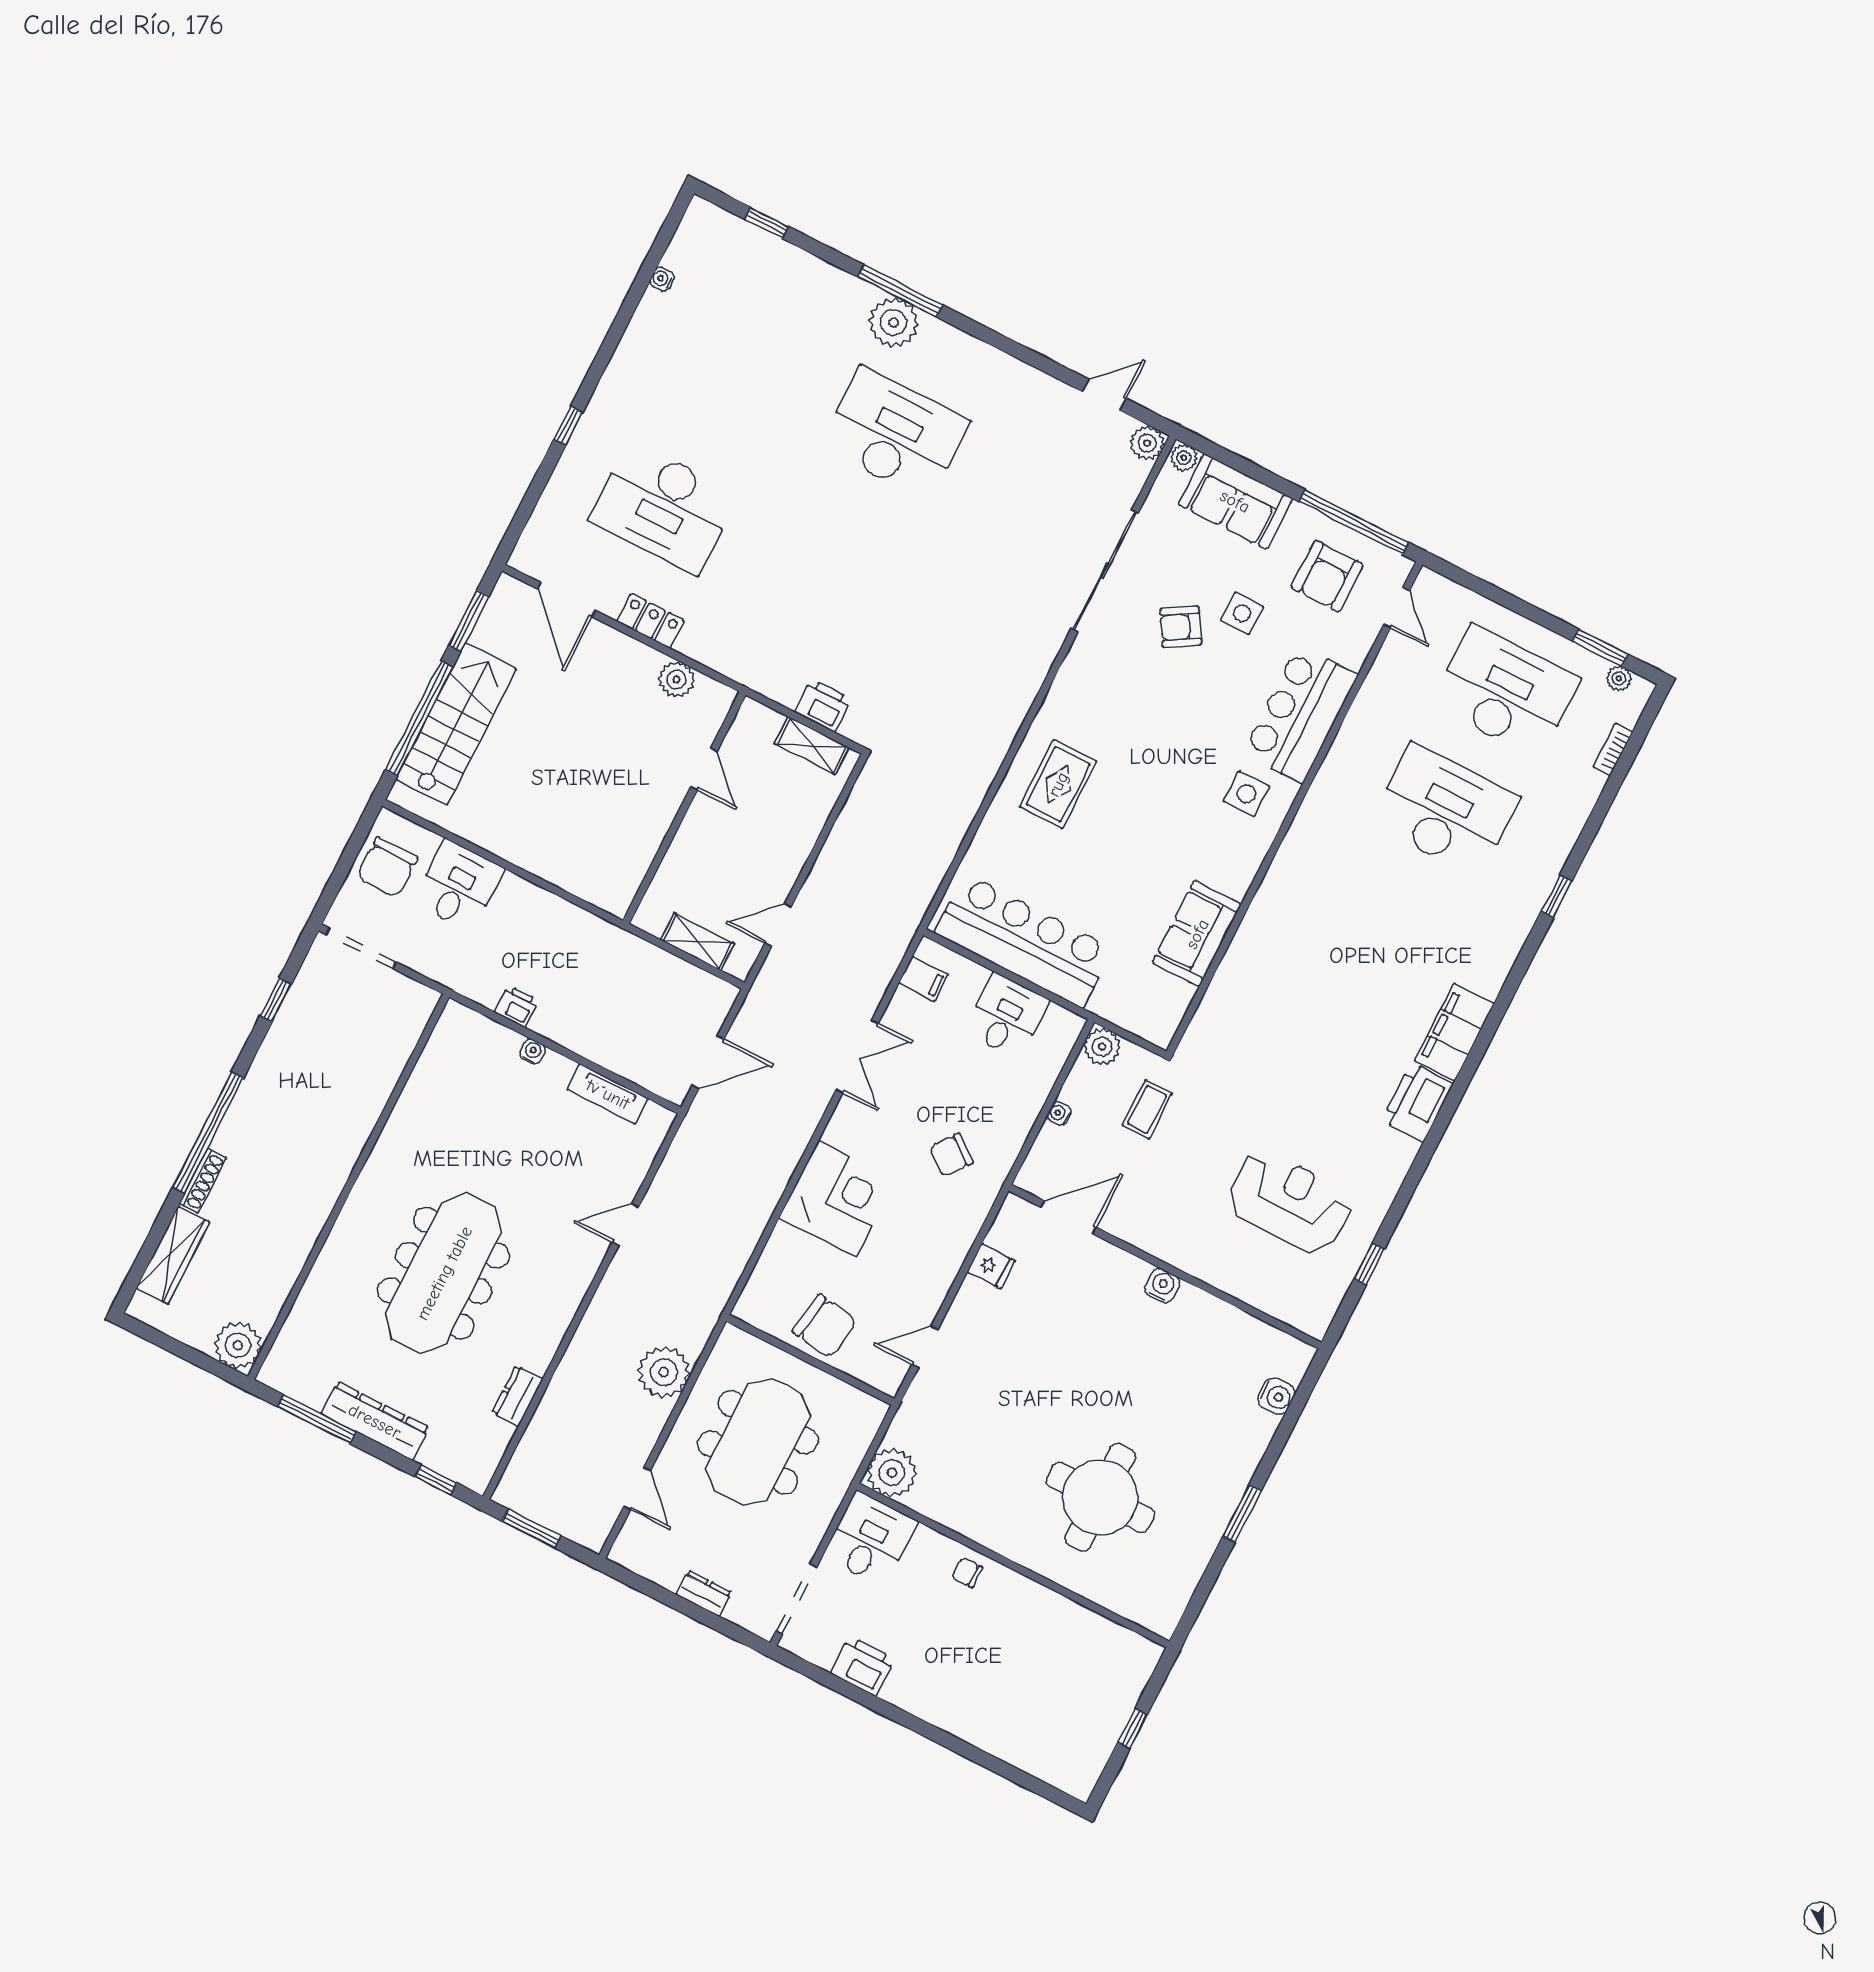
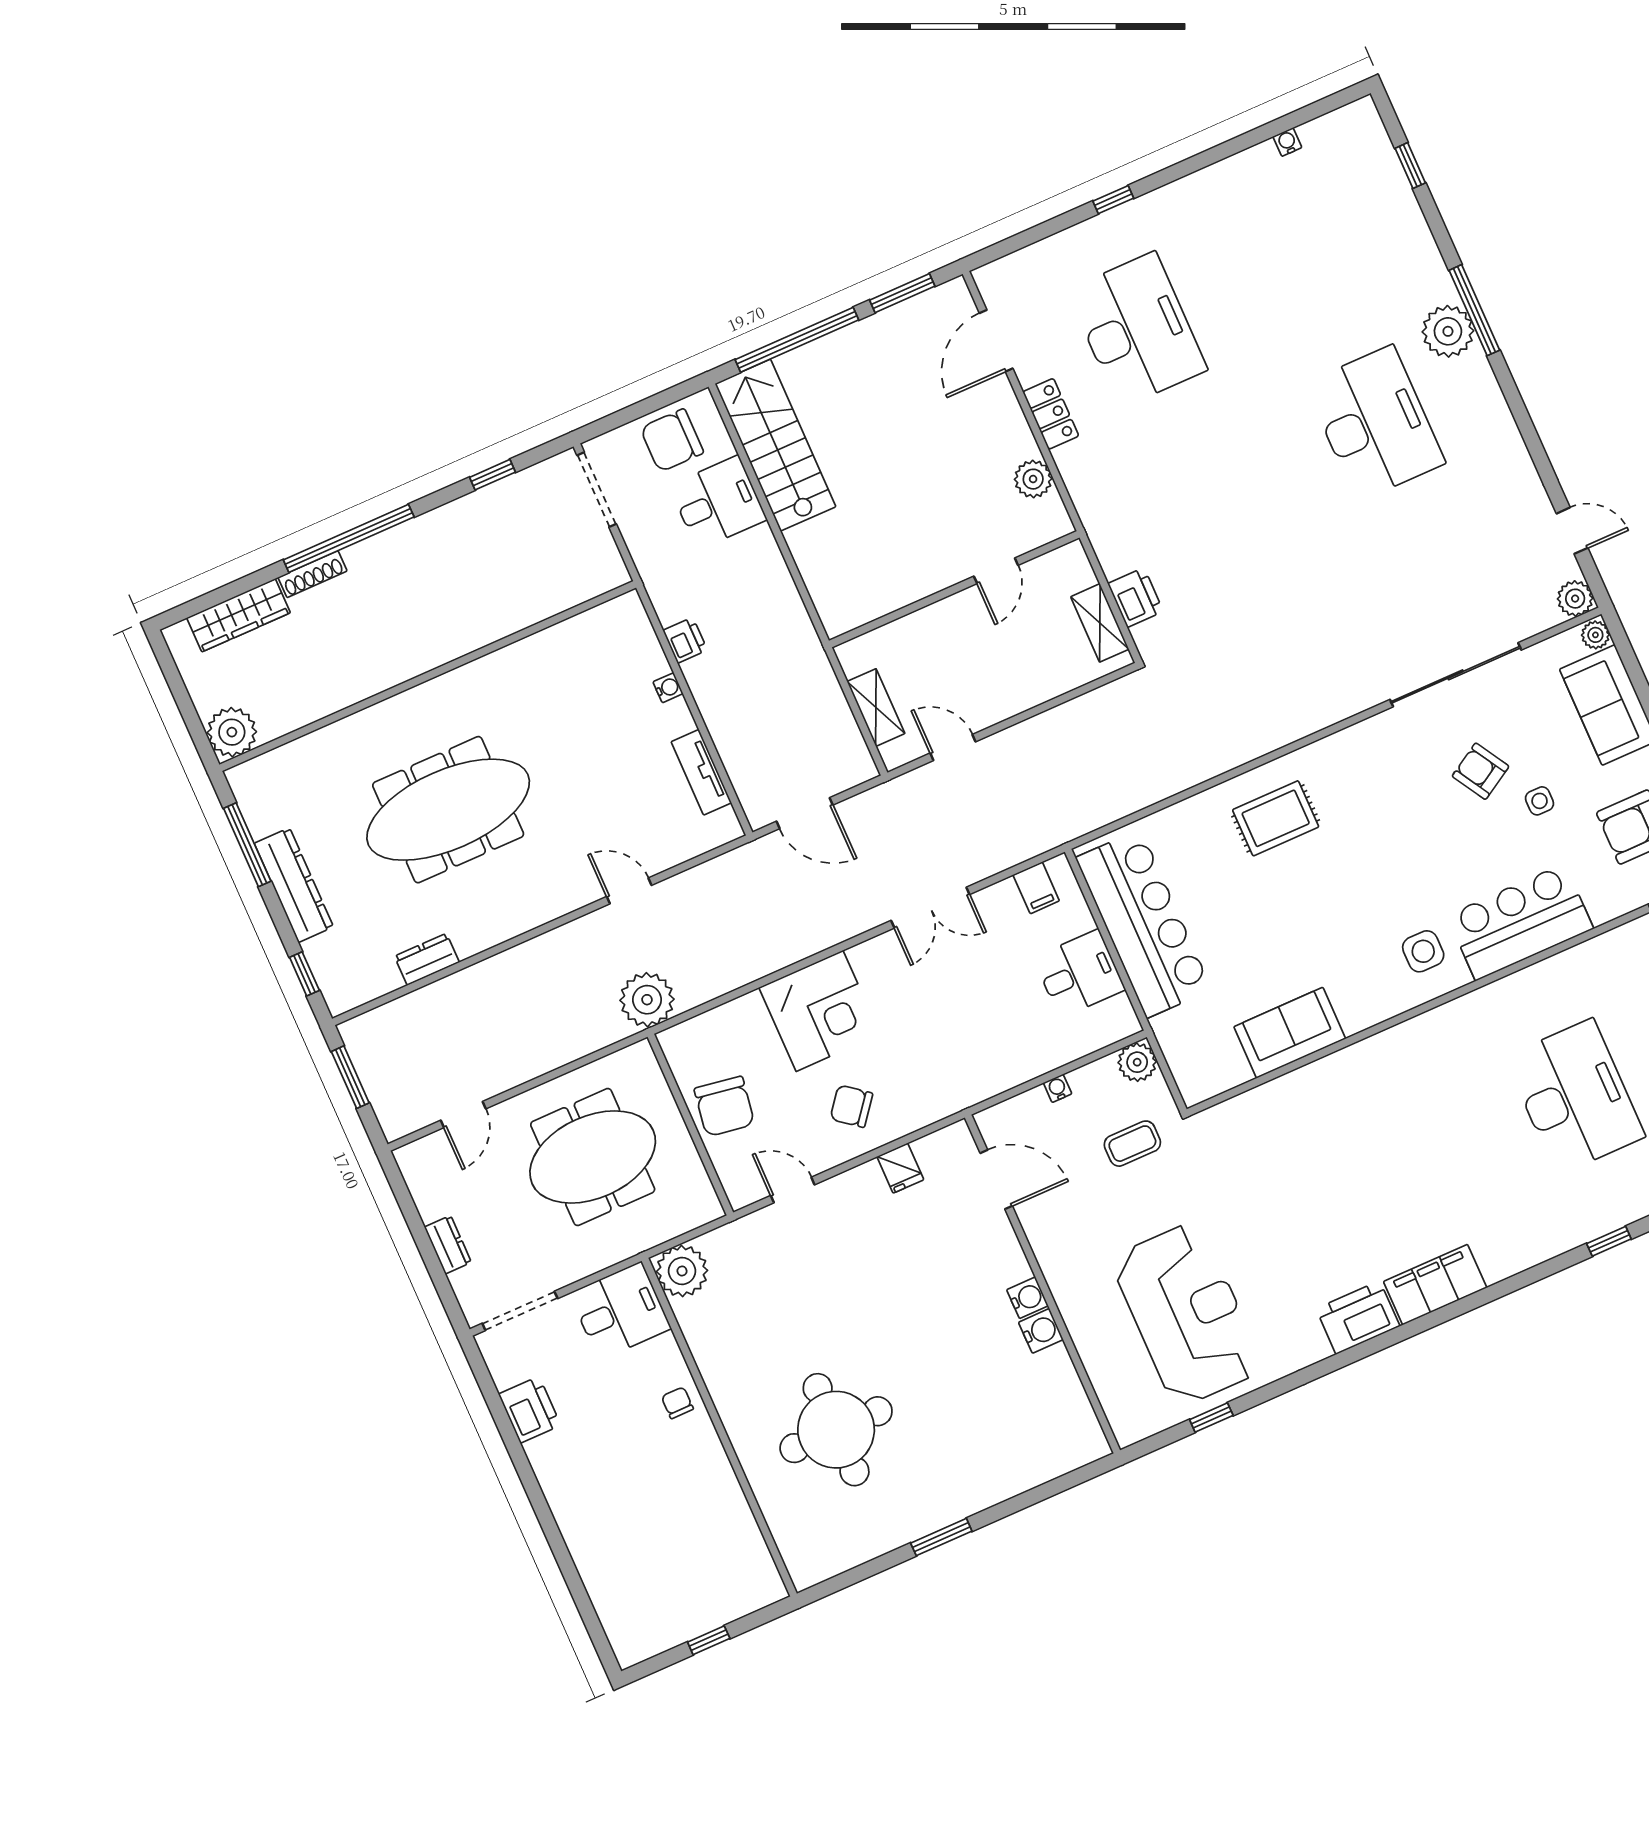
desk: (664, 507) -> (1137, 330), turned 180
side table: (1242, 613) -> (1540, 801), width x0.73, depth x0.73
stairs: (456, 724) -> (775, 445), moved, turned -90
chair: (951, 1155) -> (851, 1106), moved
reception desk: (1290, 1202) -> (1187, 1314), width x1.36, depth x1.30
plant: (664, 1372) -> (647, 1000), moved
water cooler: (1276, 1396) -> (1041, 1331), moved, turned -90

